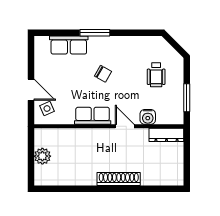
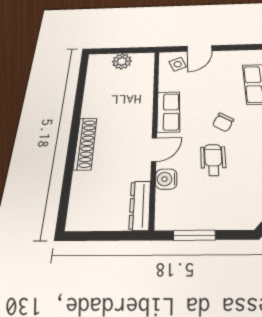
wheelchair: (156, 75) -> (213, 160), moved, turned 90

